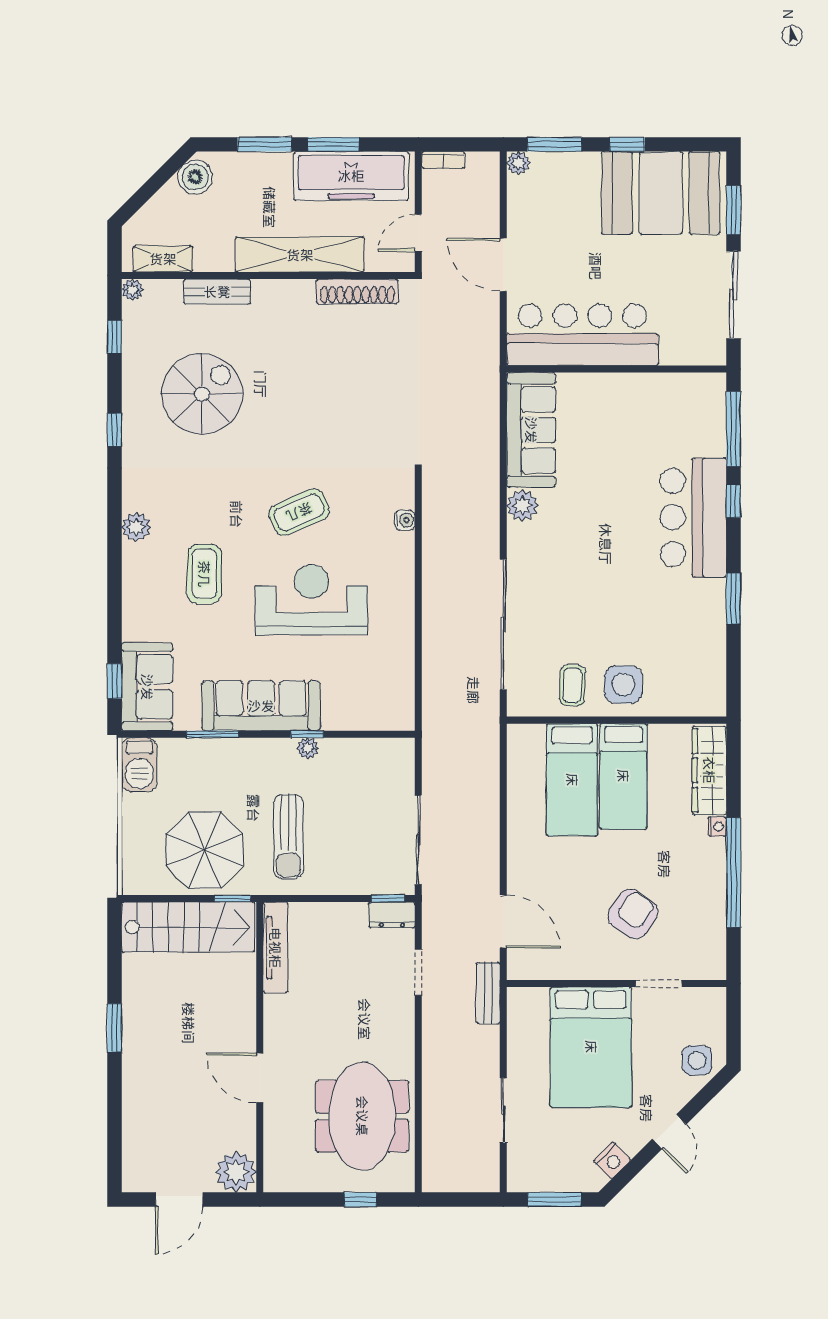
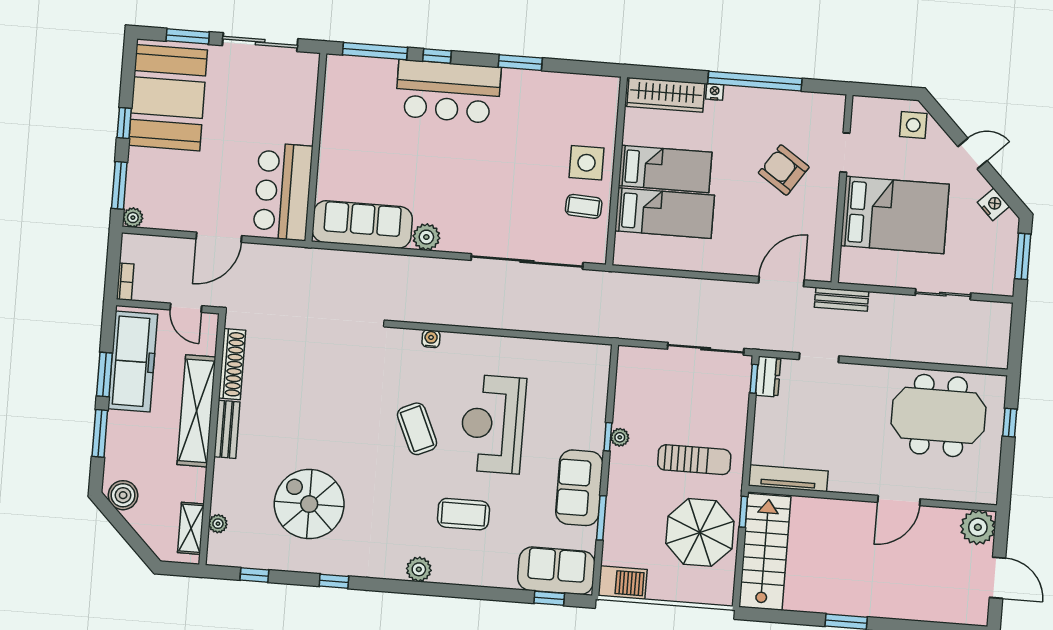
plant: (132, 290) -> (218, 524), moved
bench: (217, 292) -> (227, 429), moved
bar counter: (582, 335) -> (283, 191), width x0.73
sofa: (261, 706) -> (579, 488), width x0.73

